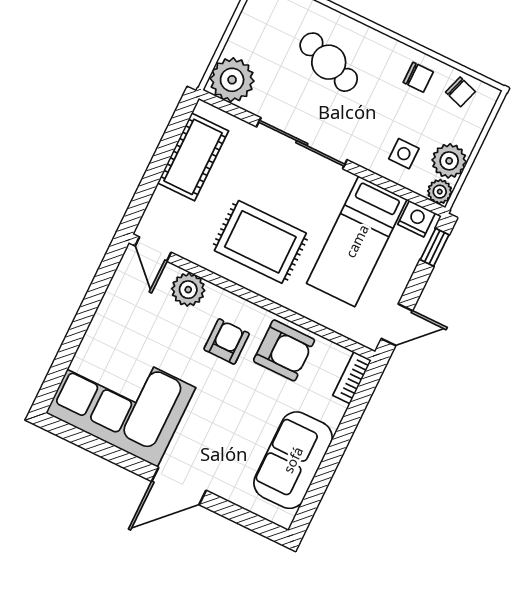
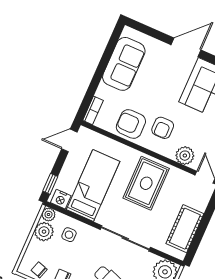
rug: (260, 242) -> (146, 183), turned 90

